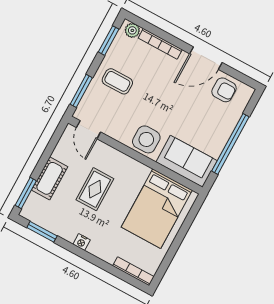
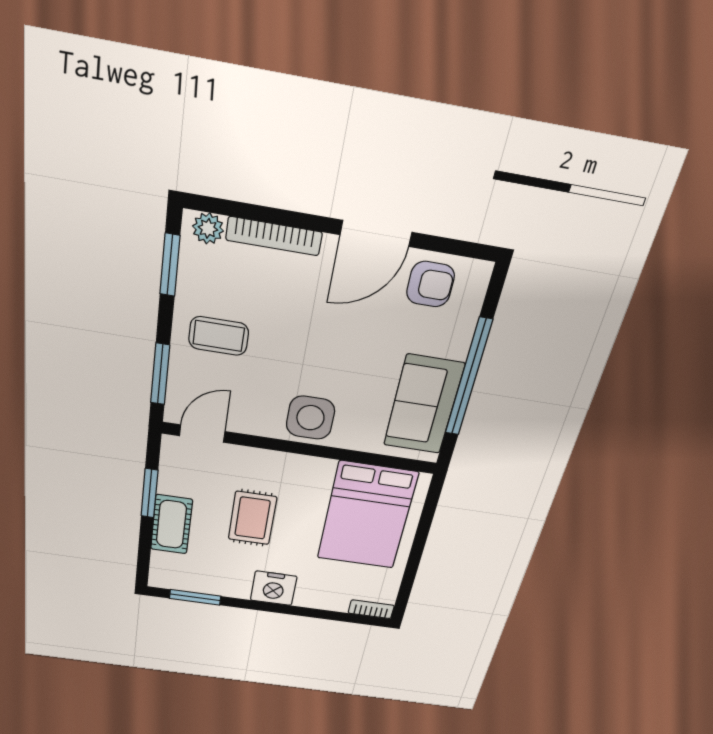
door: (89, 130) -> (202, 434), swing flipped
sofa: (187, 161) -> (424, 405), moved, turned -90
window: (26, 193) -> (149, 493), moved
nightstand: (82, 242) -> (274, 588), width x1.89, depth x1.79
bookcase: (133, 271) -> (371, 609), width x0.64

